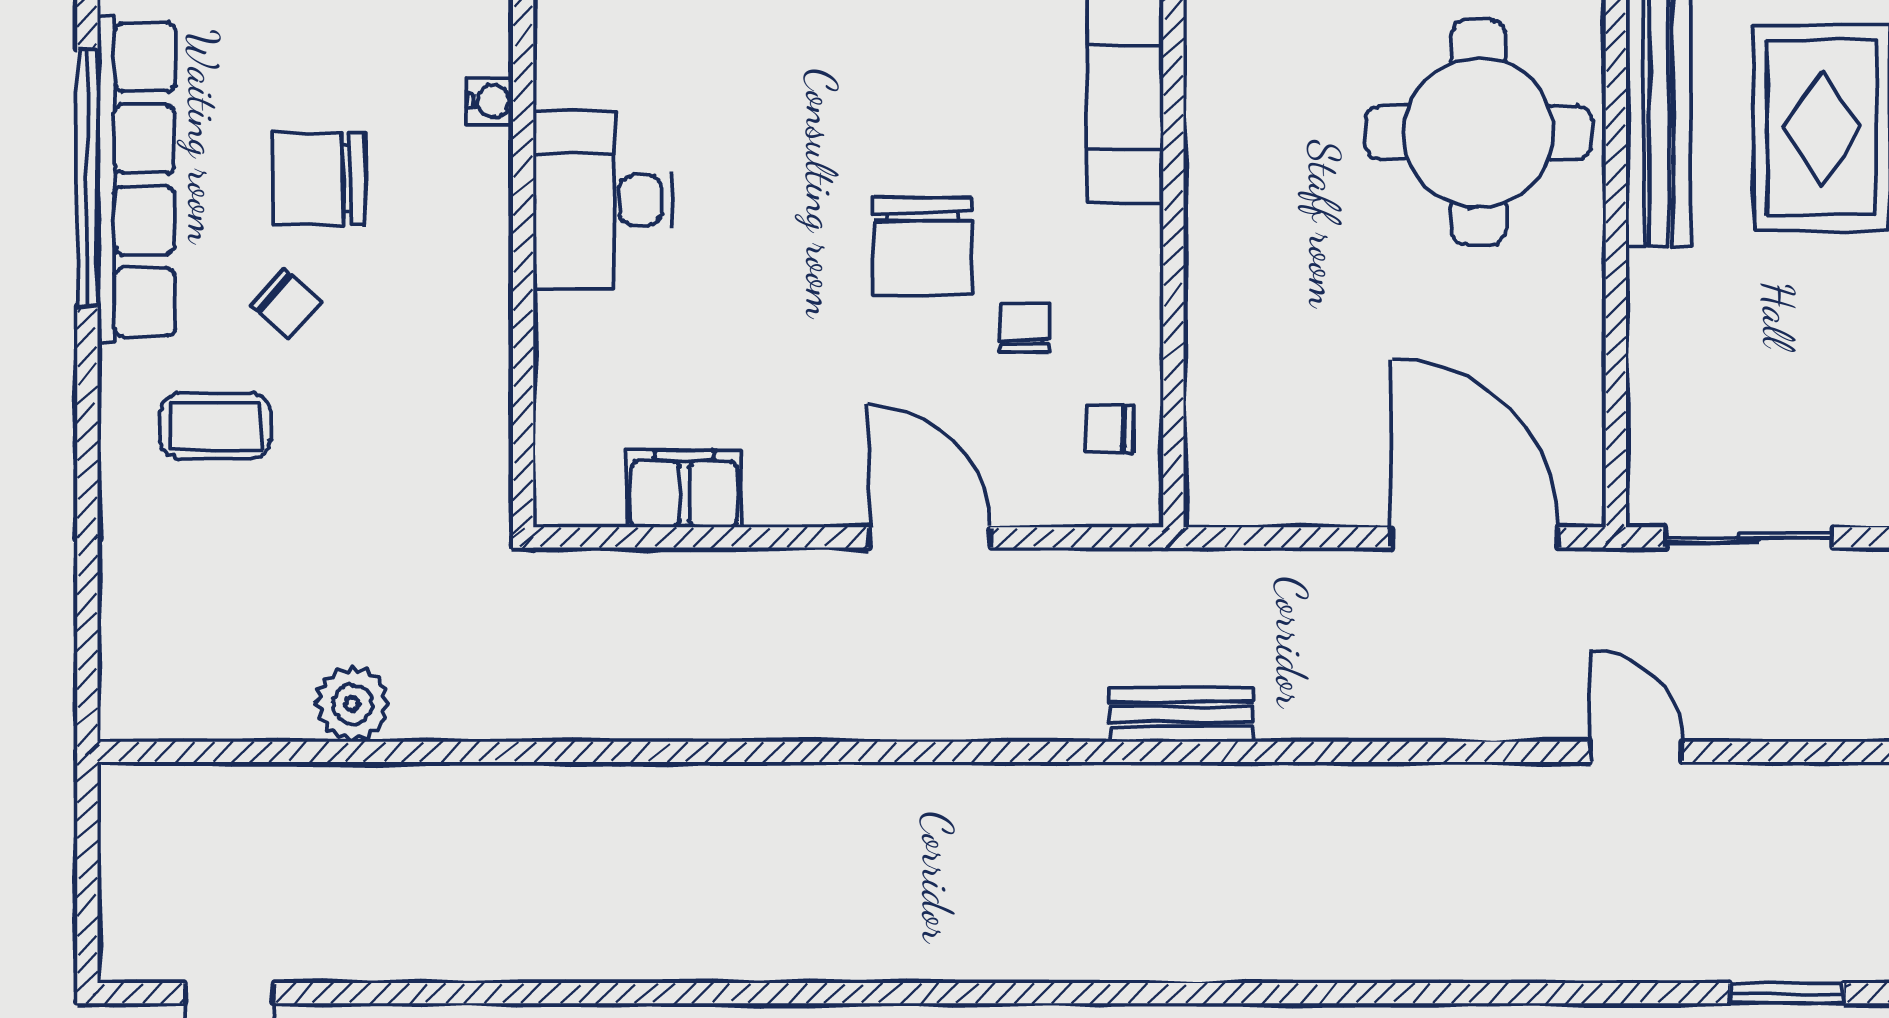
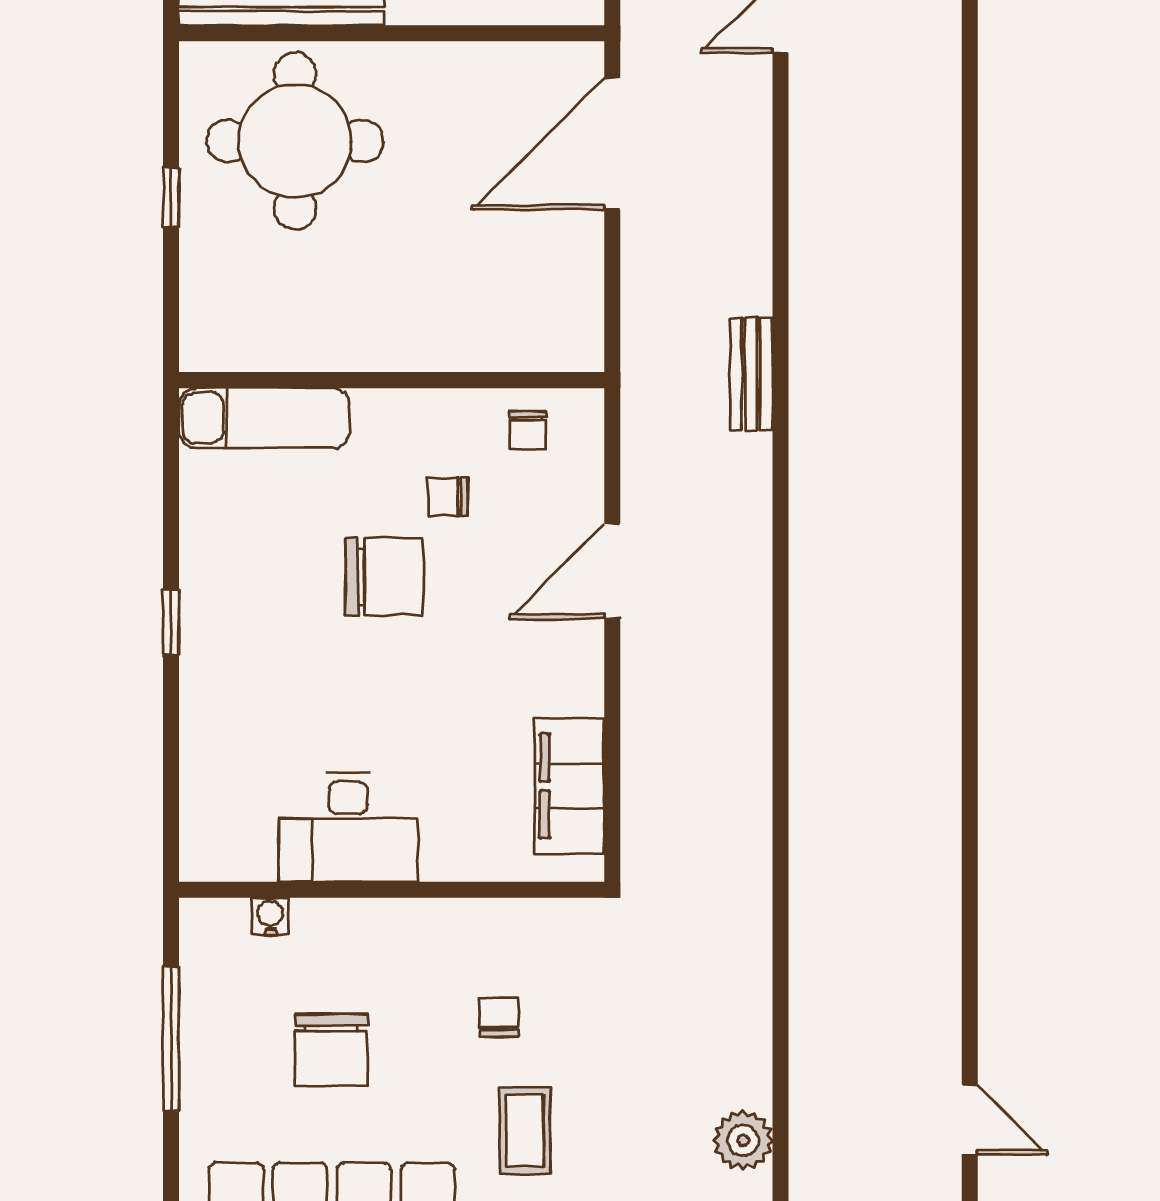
chair: (285, 303) -> (499, 1017), moved, turned -42
filing cabinet: (684, 489) -> (569, 786), width x1.50, depth x1.17
plant: (352, 704) -> (743, 1140), moved

